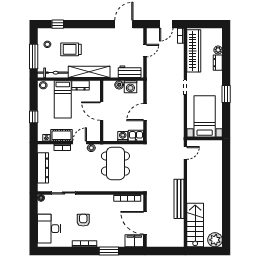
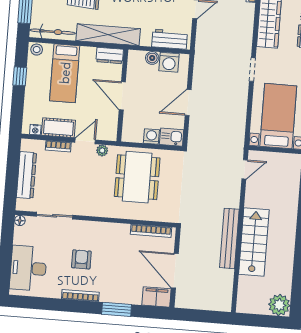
dresser: (81, 85) -> (110, 55), moved
window: (34, 117) -> (20, 76), moved
stairs: (195, 225) -> (254, 242), moved

